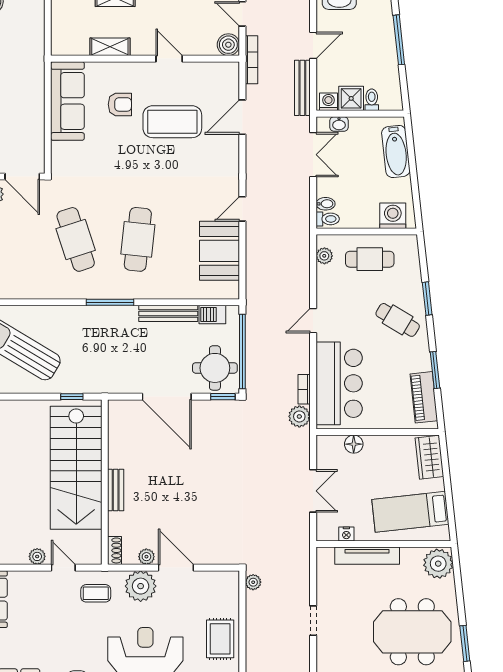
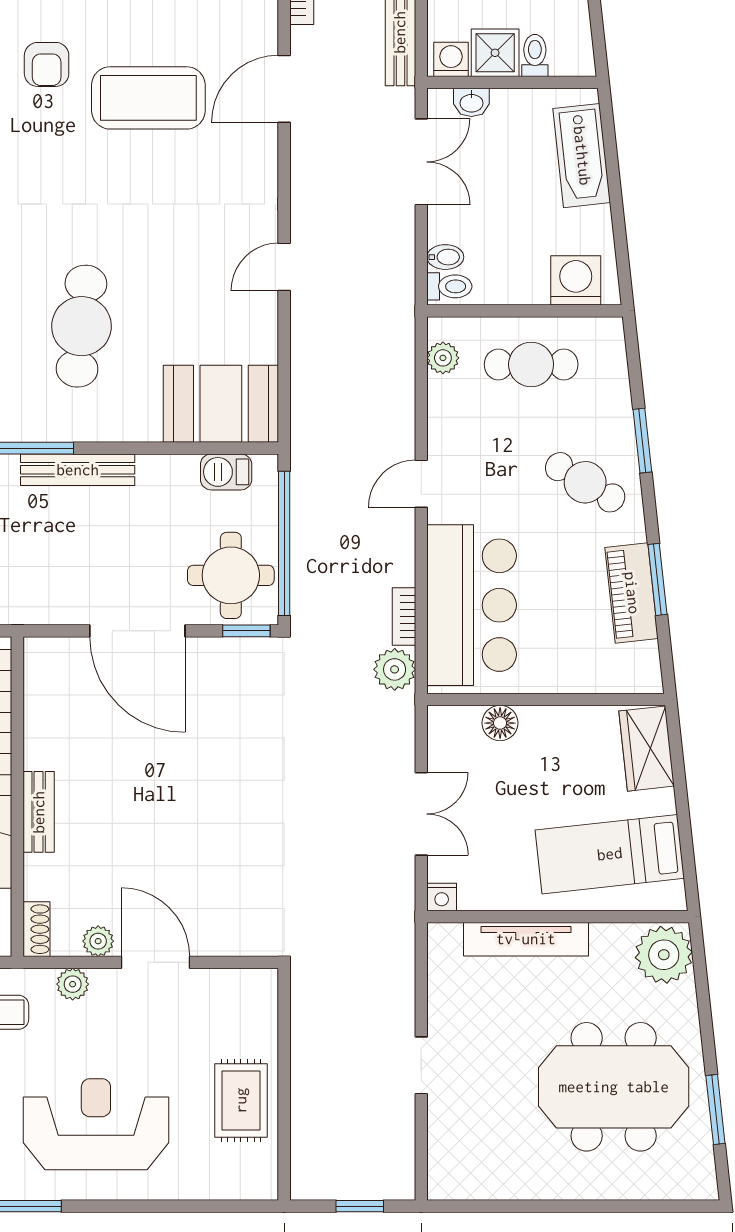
armchair: (120, 104) -> (47, 64), turned 90
booth: (220, 251) -> (221, 404), moved, turned 90
bench: (168, 313) -> (78, 470), moved
piano: (424, 397) -> (632, 593), moved
nightstand: (346, 534) -> (442, 897), moved
plant: (253, 582) -> (305, 991), removed
plant: (141, 586) -> (73, 984), width x0.53, depth x0.53

